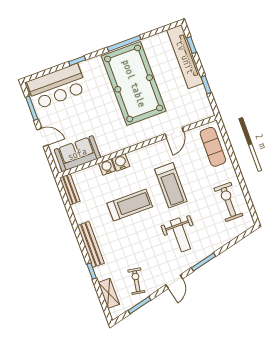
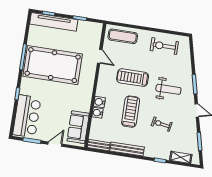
treadmill: (171, 185) -> (133, 78), turned 180
bench: (91, 244) -> (127, 149), moved
exercise bike: (136, 281) -> (162, 124), moved

